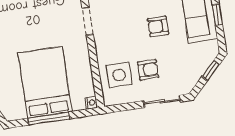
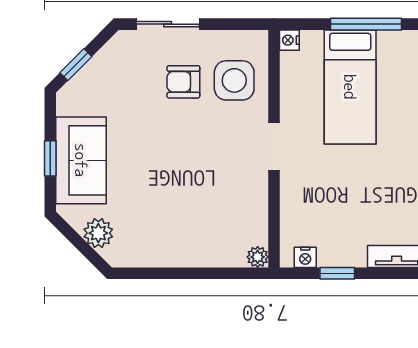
doorway: (88, 21) -> (274, 146), moved
armchair: (158, 26) -> (155, 154), removed
bed: (45, 82) -> (350, 87), width x0.67

